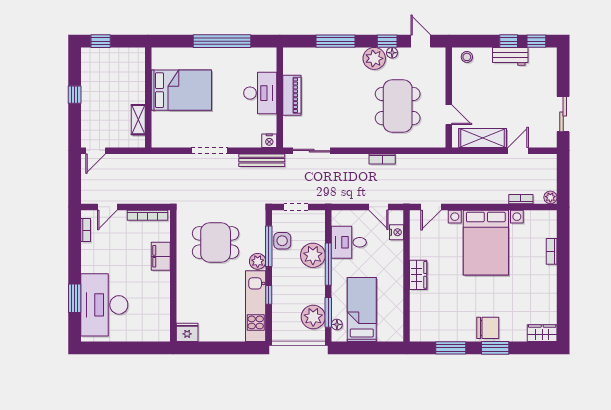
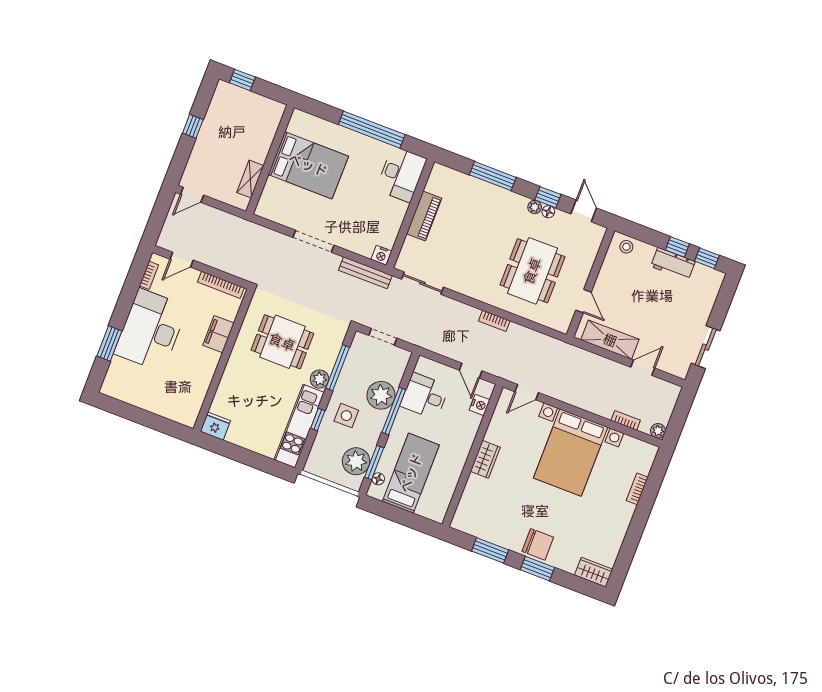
plant: (374, 58) -> (535, 207), width x0.53, depth x0.53
desk: (260, 93) -> (401, 174), moved
side table: (282, 241) -> (346, 416), moved
desk: (104, 305) -> (151, 330), moved

